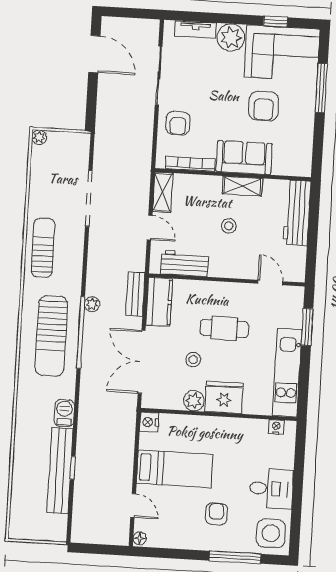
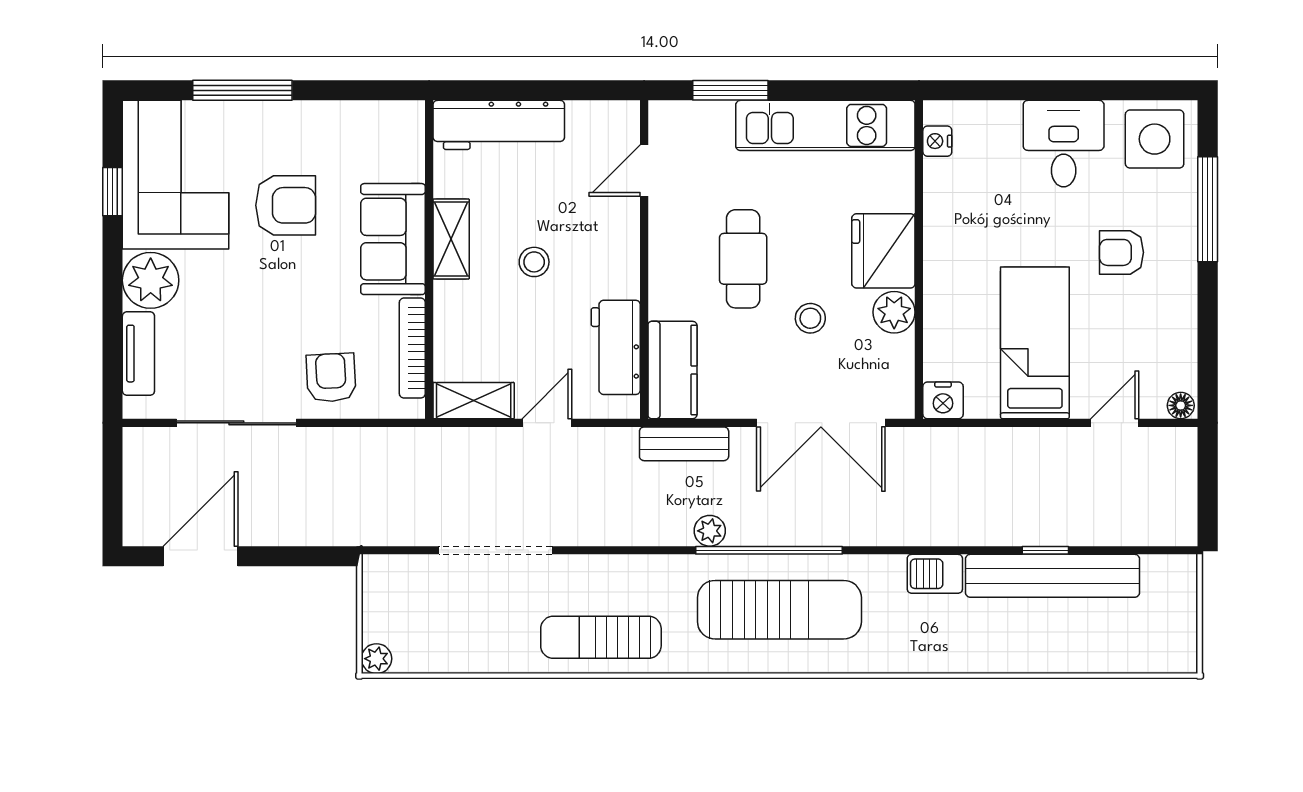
armchair: (178, 123) -> (331, 378), turned -93
kitchen counter: (159, 302) -> (673, 370), moved, turned 90

